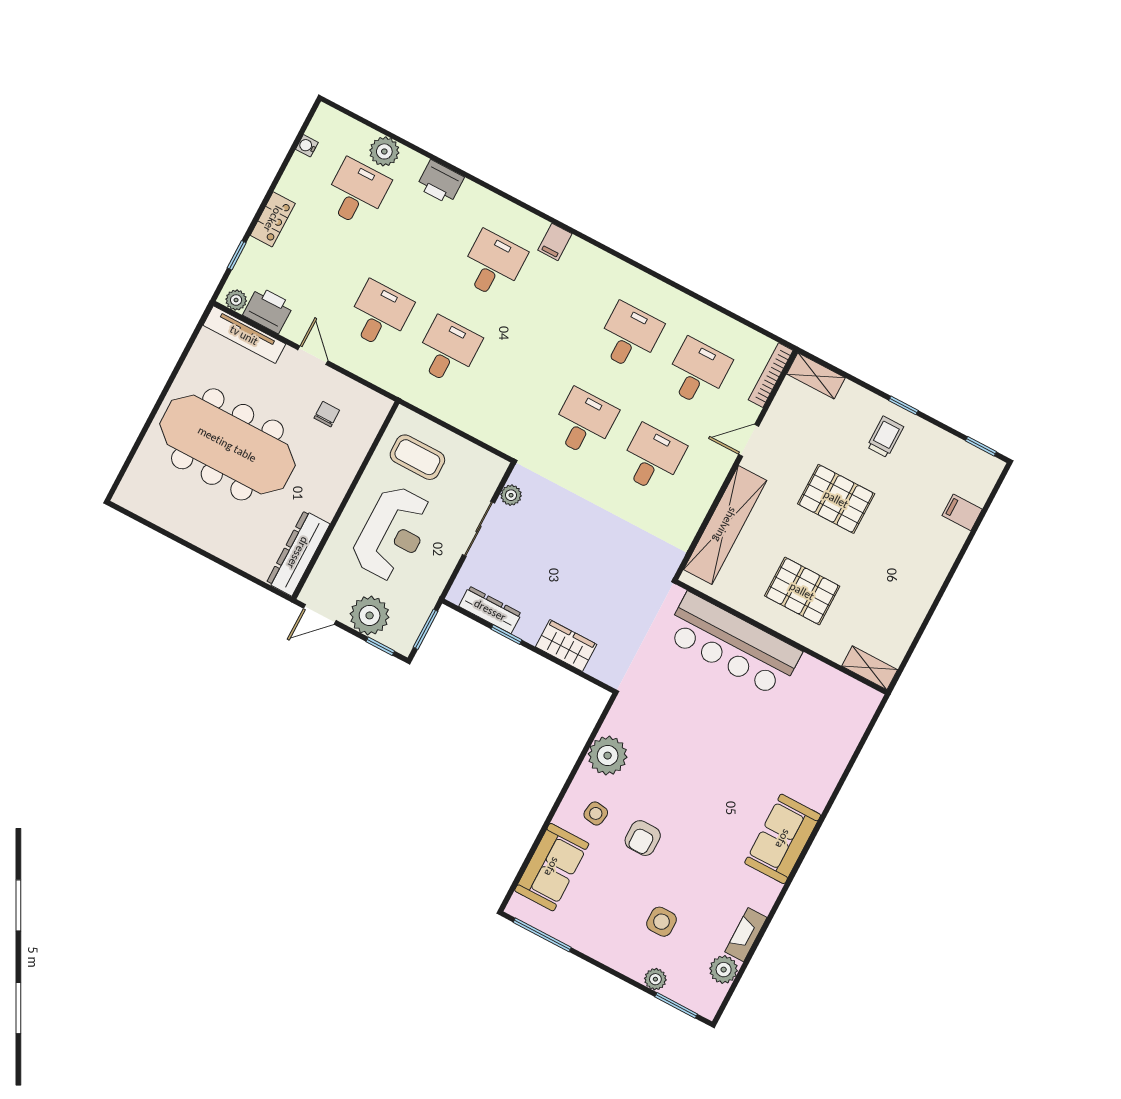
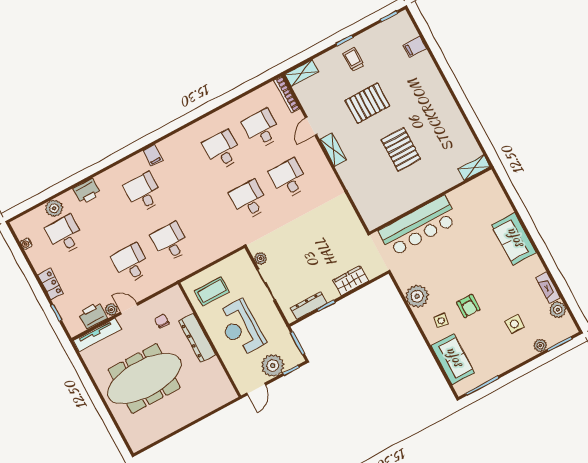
plant: (236, 300) -> (111, 310), moved
shelving: (725, 525) -> (333, 150), width x0.45, depth x0.75
reception desk: (393, 533) -> (241, 328), turned 180
dresser: (298, 553) -> (197, 338), moved
pallet: (802, 591) -> (401, 149), turned 90
wall: (781, 637) -> (430, 200), moved
bar counter: (733, 645) -> (418, 226), moved
shelving: (870, 668) -> (474, 168), moved

